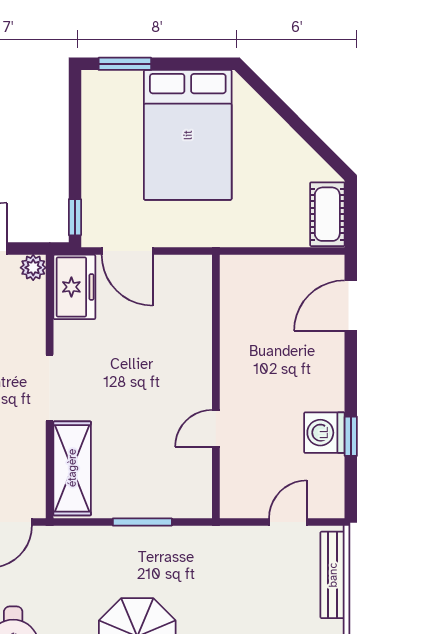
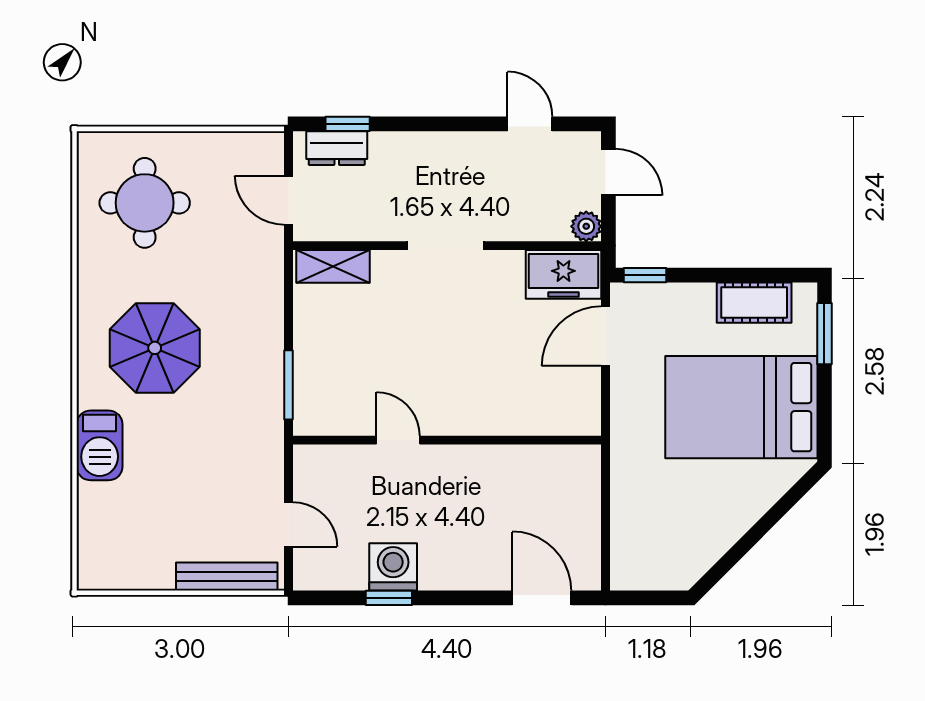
cot: (327, 214) -> (754, 303), moved
shelving: (72, 468) -> (333, 266), width x0.67, depth x0.75
window: (142, 522) -> (289, 385), moved

